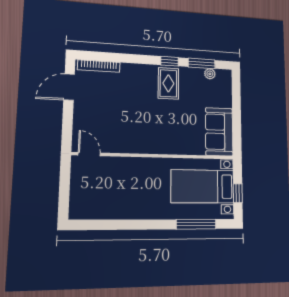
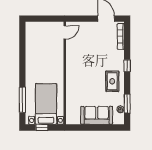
window: (170, 61) -> (127, 66), moved
rug: (168, 83) -> (112, 81), turned 90
sofa: (219, 132) -> (97, 115), moved

